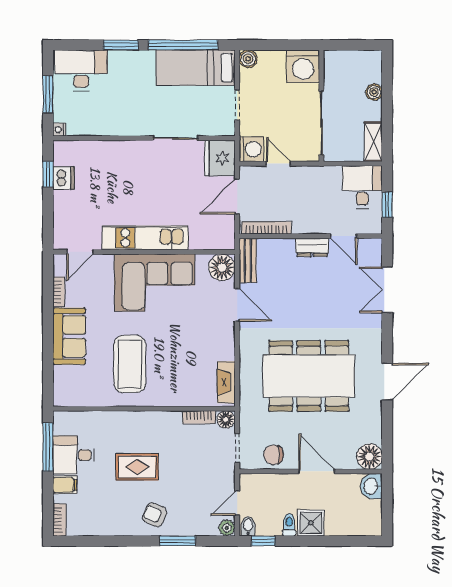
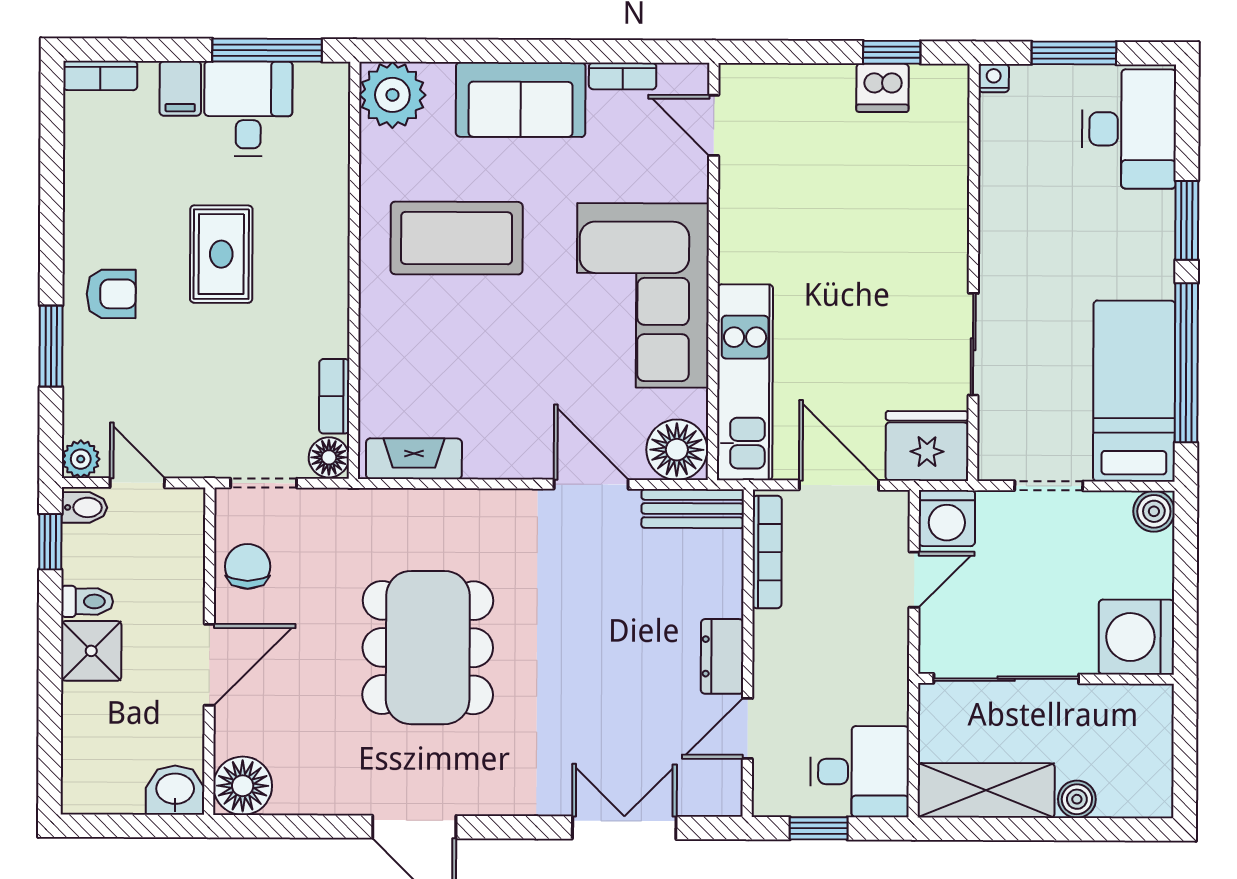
shelving: (373, 142) -> (986, 790), width x1.50, depth x1.33
kitchen unit: (145, 238) -> (745, 382), moved
door: (237, 305) -> (591, 484), swing flipped
dining table: (309, 376) -> (428, 648), width x0.73, depth x0.80
plant: (67, 392) -> (392, 95), added
armchair: (155, 515) -> (111, 294), turned 67

